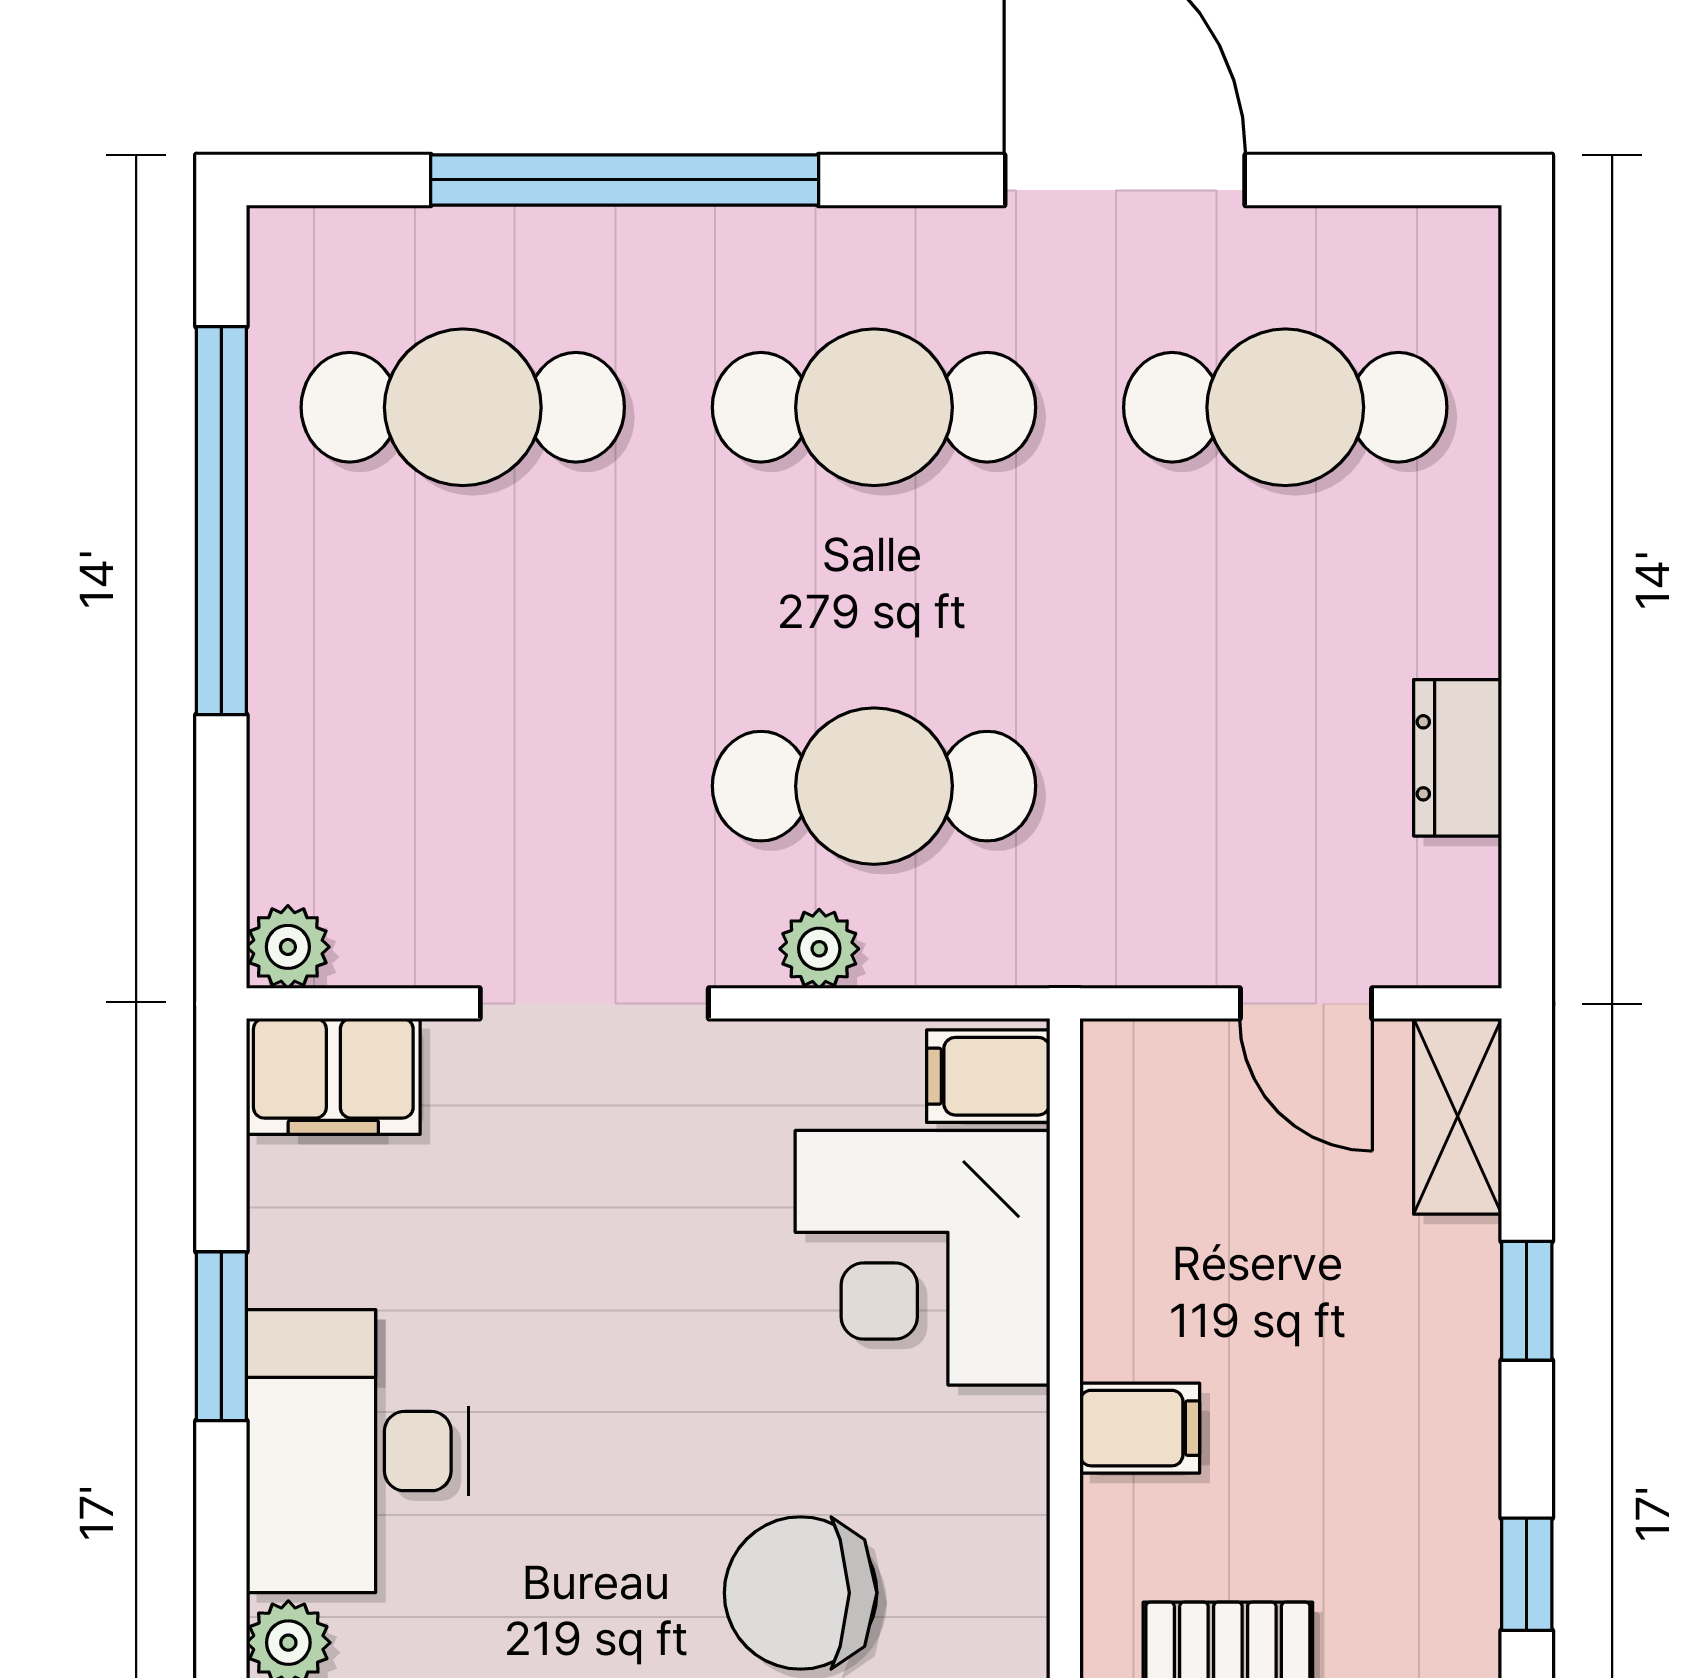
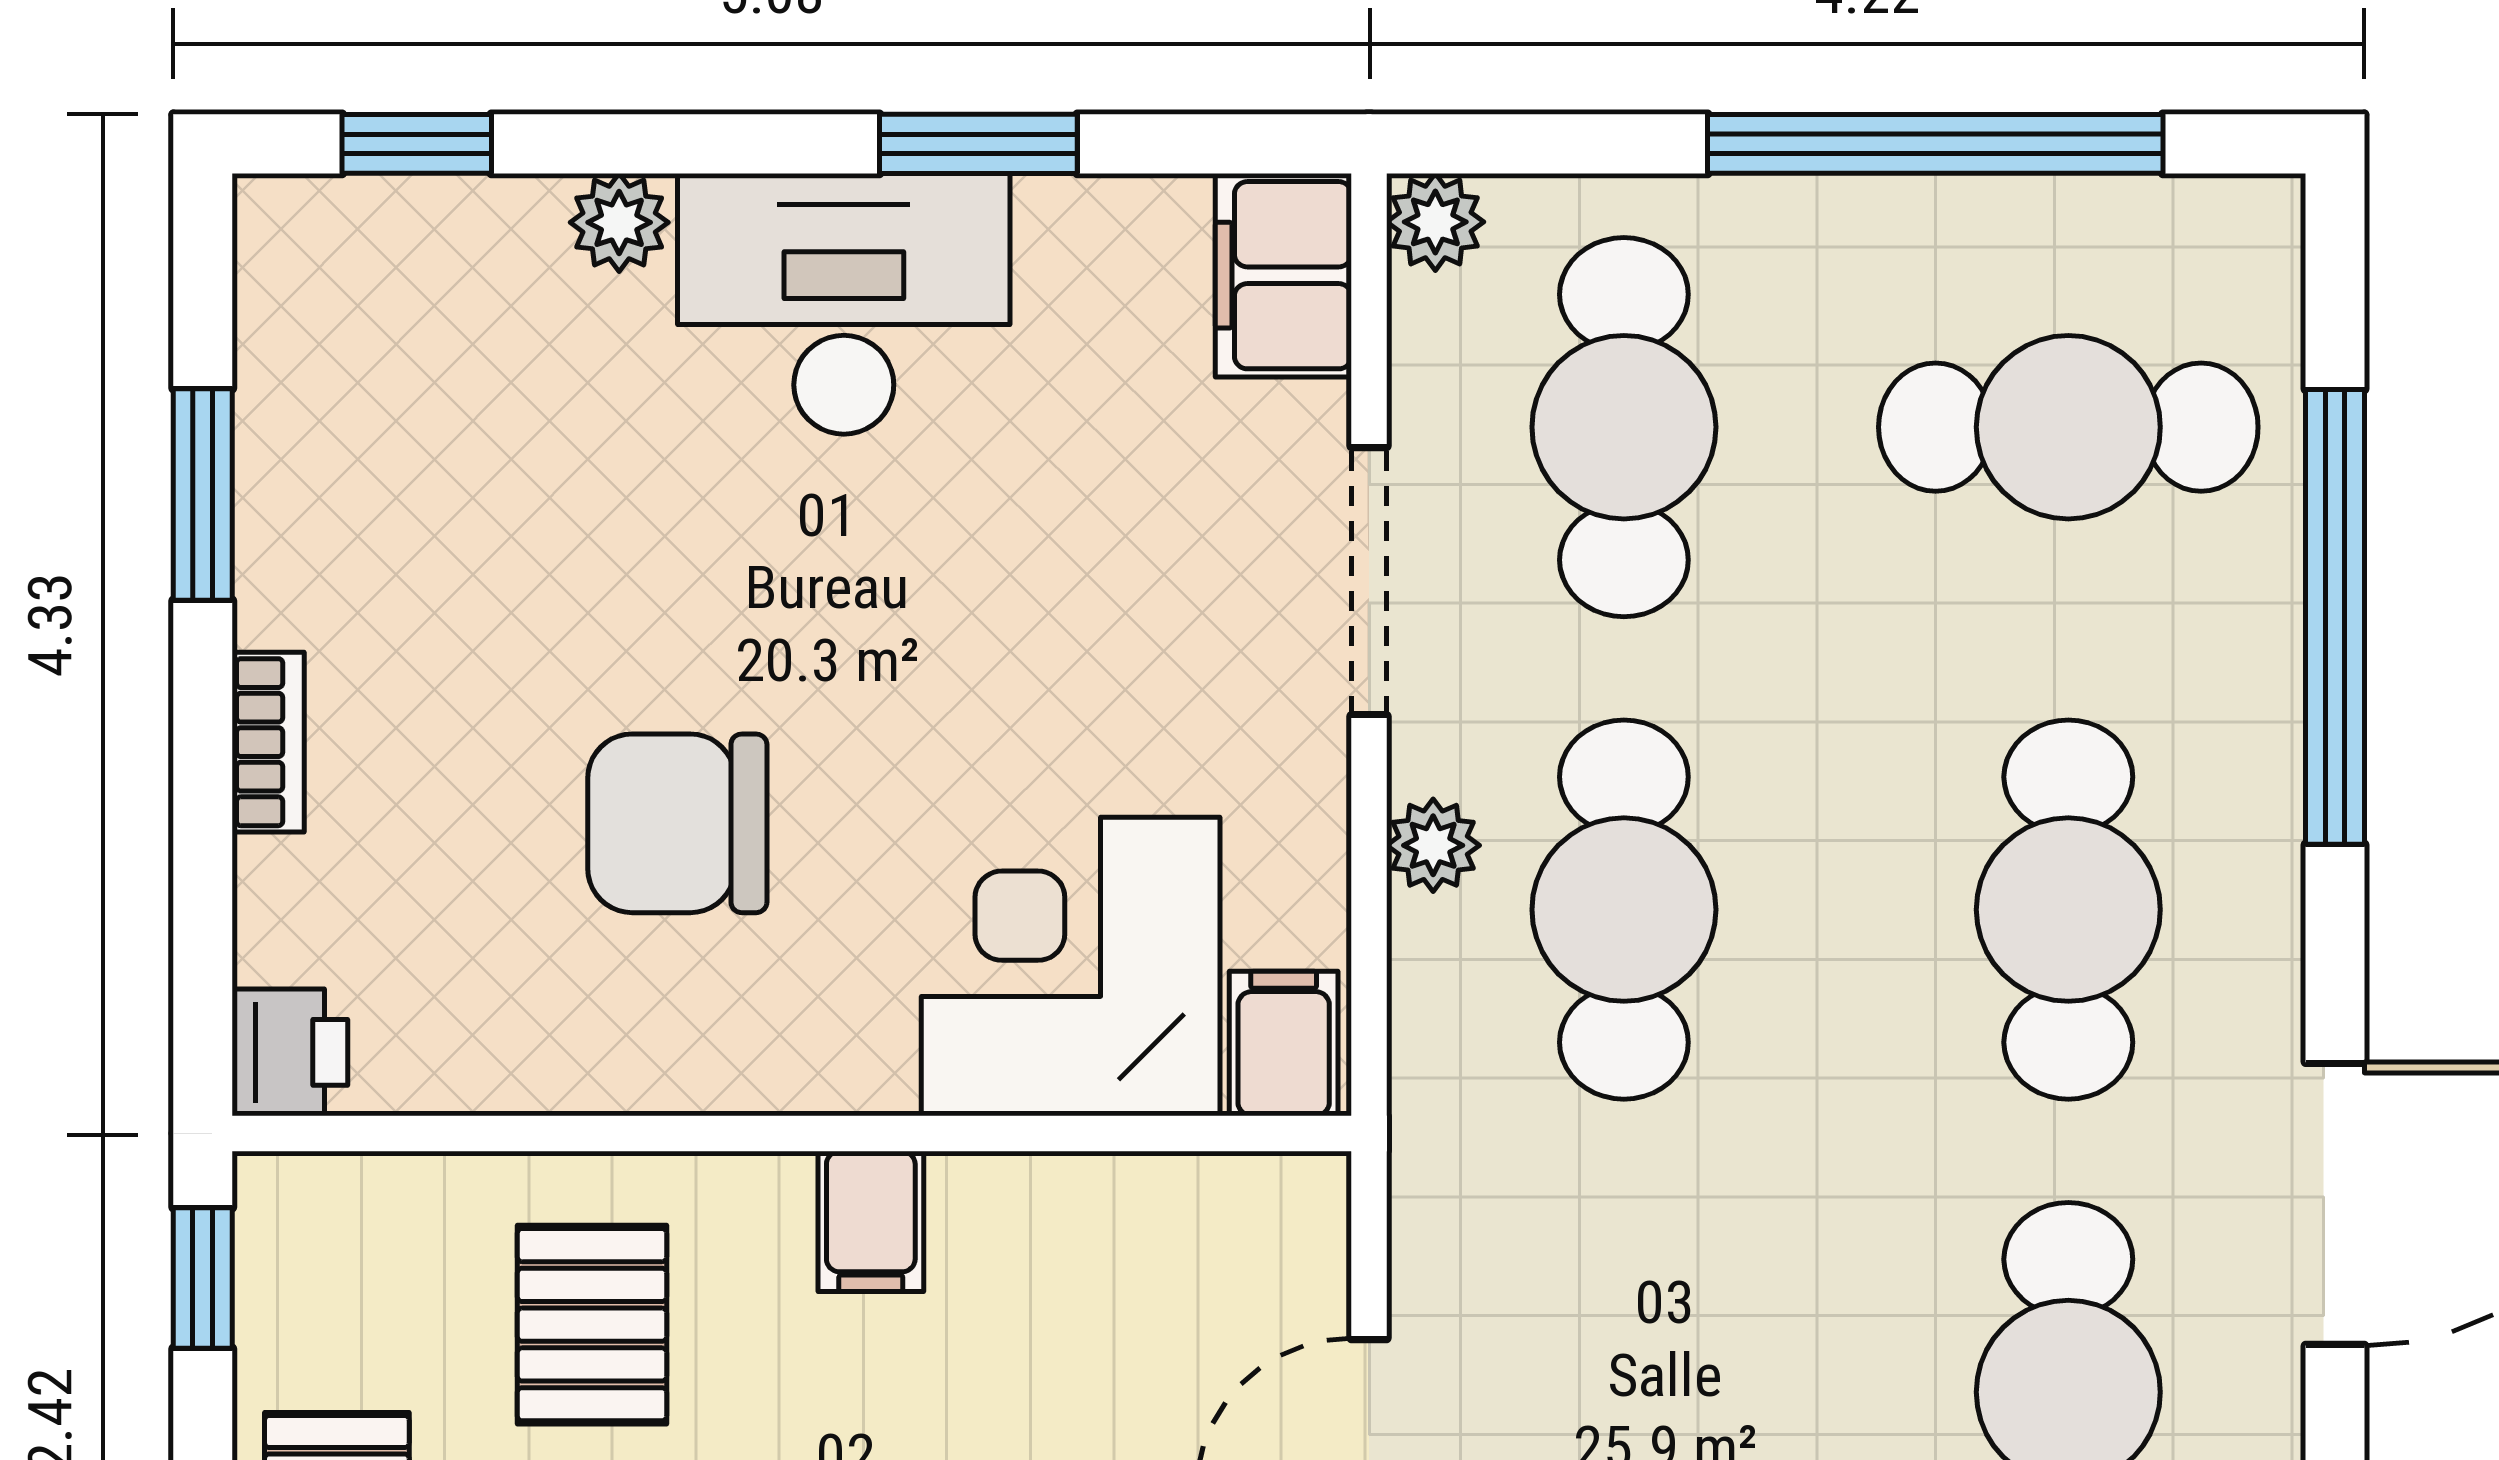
cafe table: (463, 407) -> (2068, 427), turned 90
cafe table: (463, 786) -> (1624, 427), added
chair: (801, 1593) -> (677, 823), turned -90

